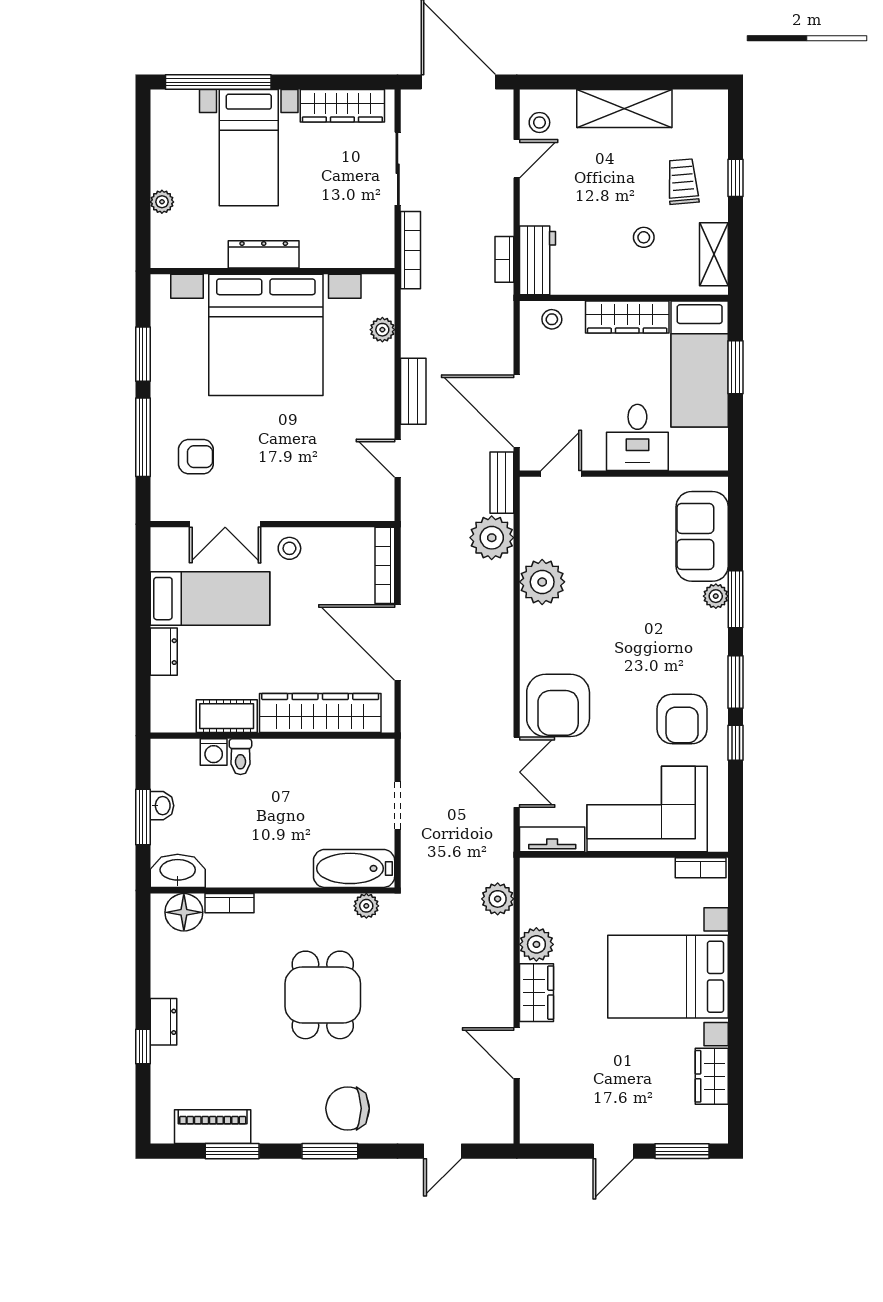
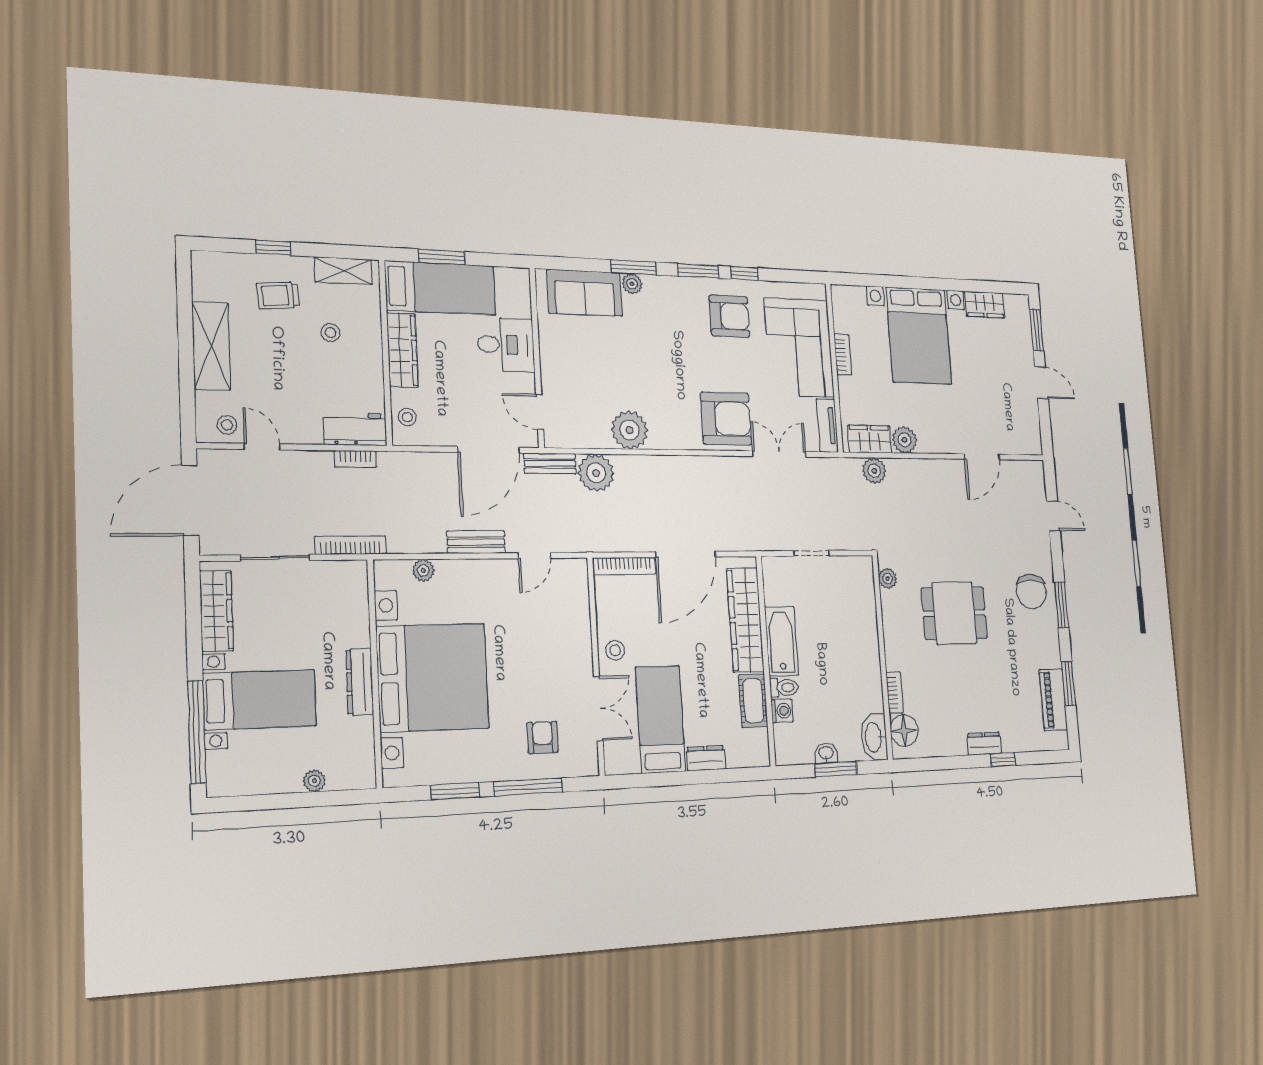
bathtub: (354, 868) -> (781, 641), moved, turned 180
bookcase: (701, 868) -> (843, 355), moved
wardrobe: (536, 993) -> (870, 439), moved

